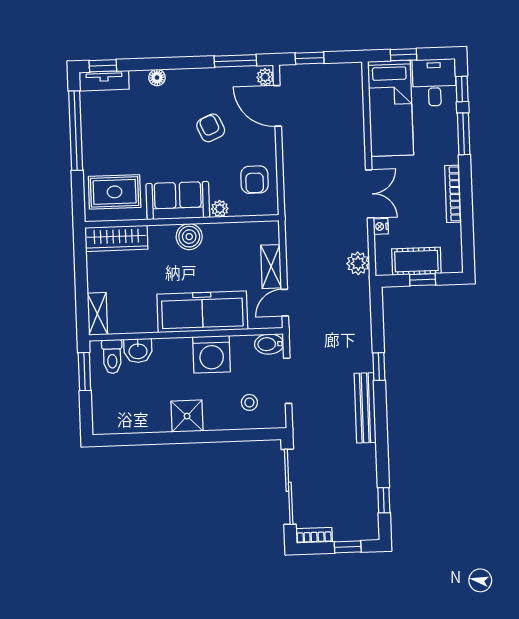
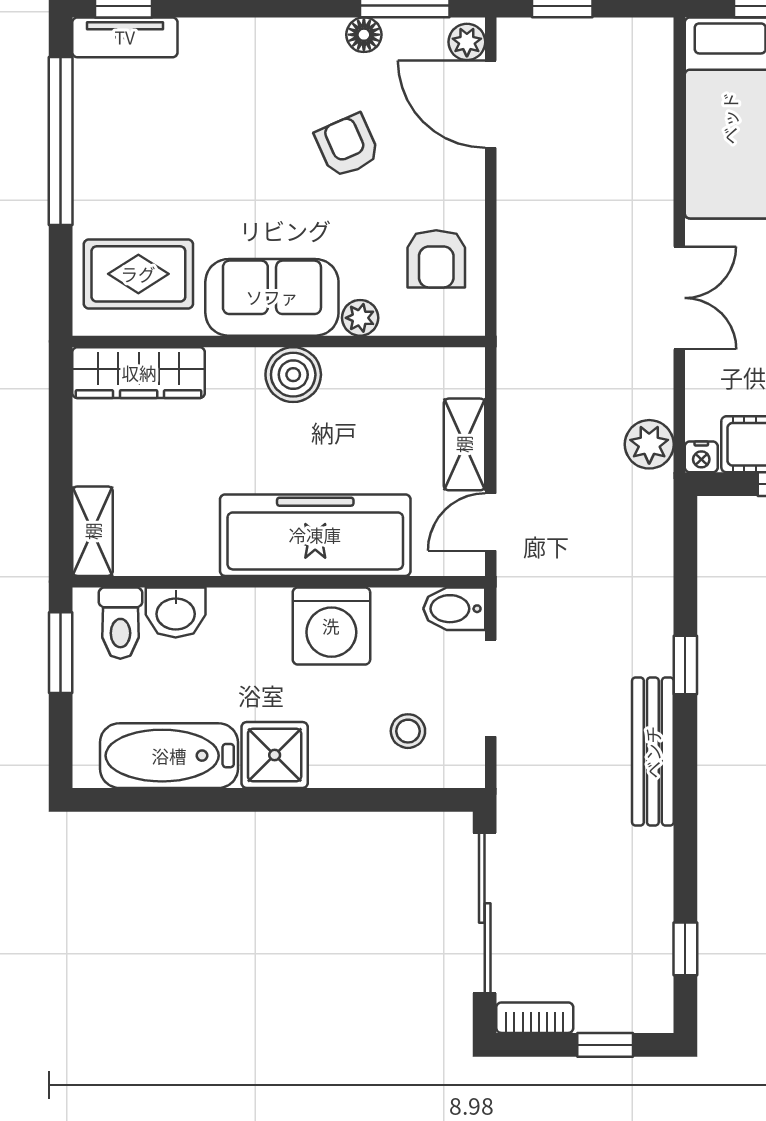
floor lamp: (157, 78) -> (364, 35), moved
nightstand: (381, 226) -> (701, 457), moved, turned -90
bathtub: (137, 418) -> (169, 756), added

